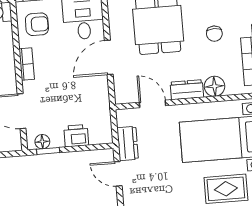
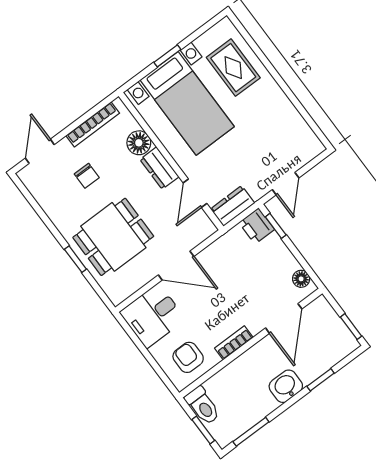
chair: (214, 34) -> (87, 176), turned 90
printer: (76, 136) -> (257, 226), moved
dresser: (128, 144) -> (233, 206), moved
window: (48, 151) -> (276, 226), moved

